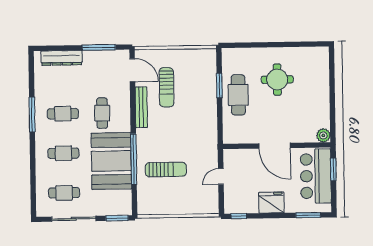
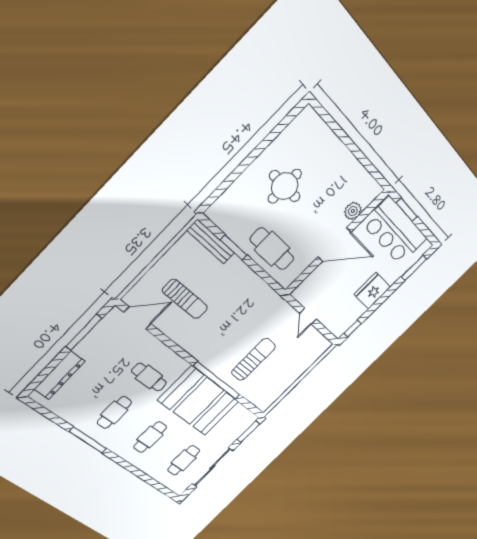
cafe table: (238, 95) -> (272, 249), moved
bench: (141, 107) -> (211, 242), moved
plant: (323, 135) -> (353, 211), moved

